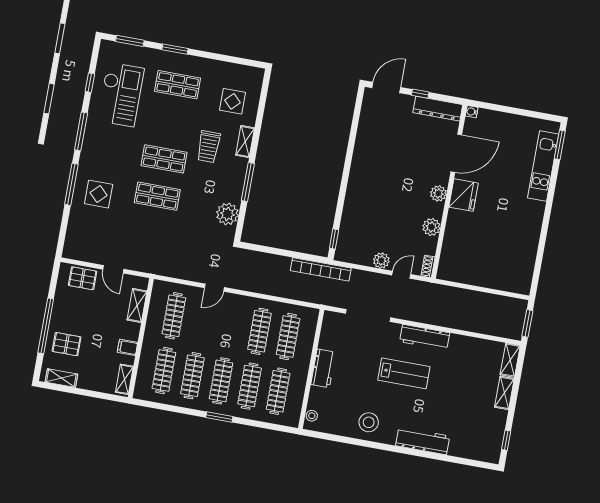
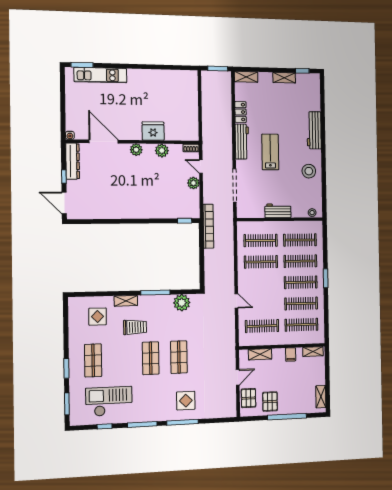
fridge: (463, 195) -> (153, 131), moved
locker: (464, 343) -> (241, 112), added
pallet: (67, 344) -> (270, 402), moved
shelving: (504, 393) -> (284, 78), moved

